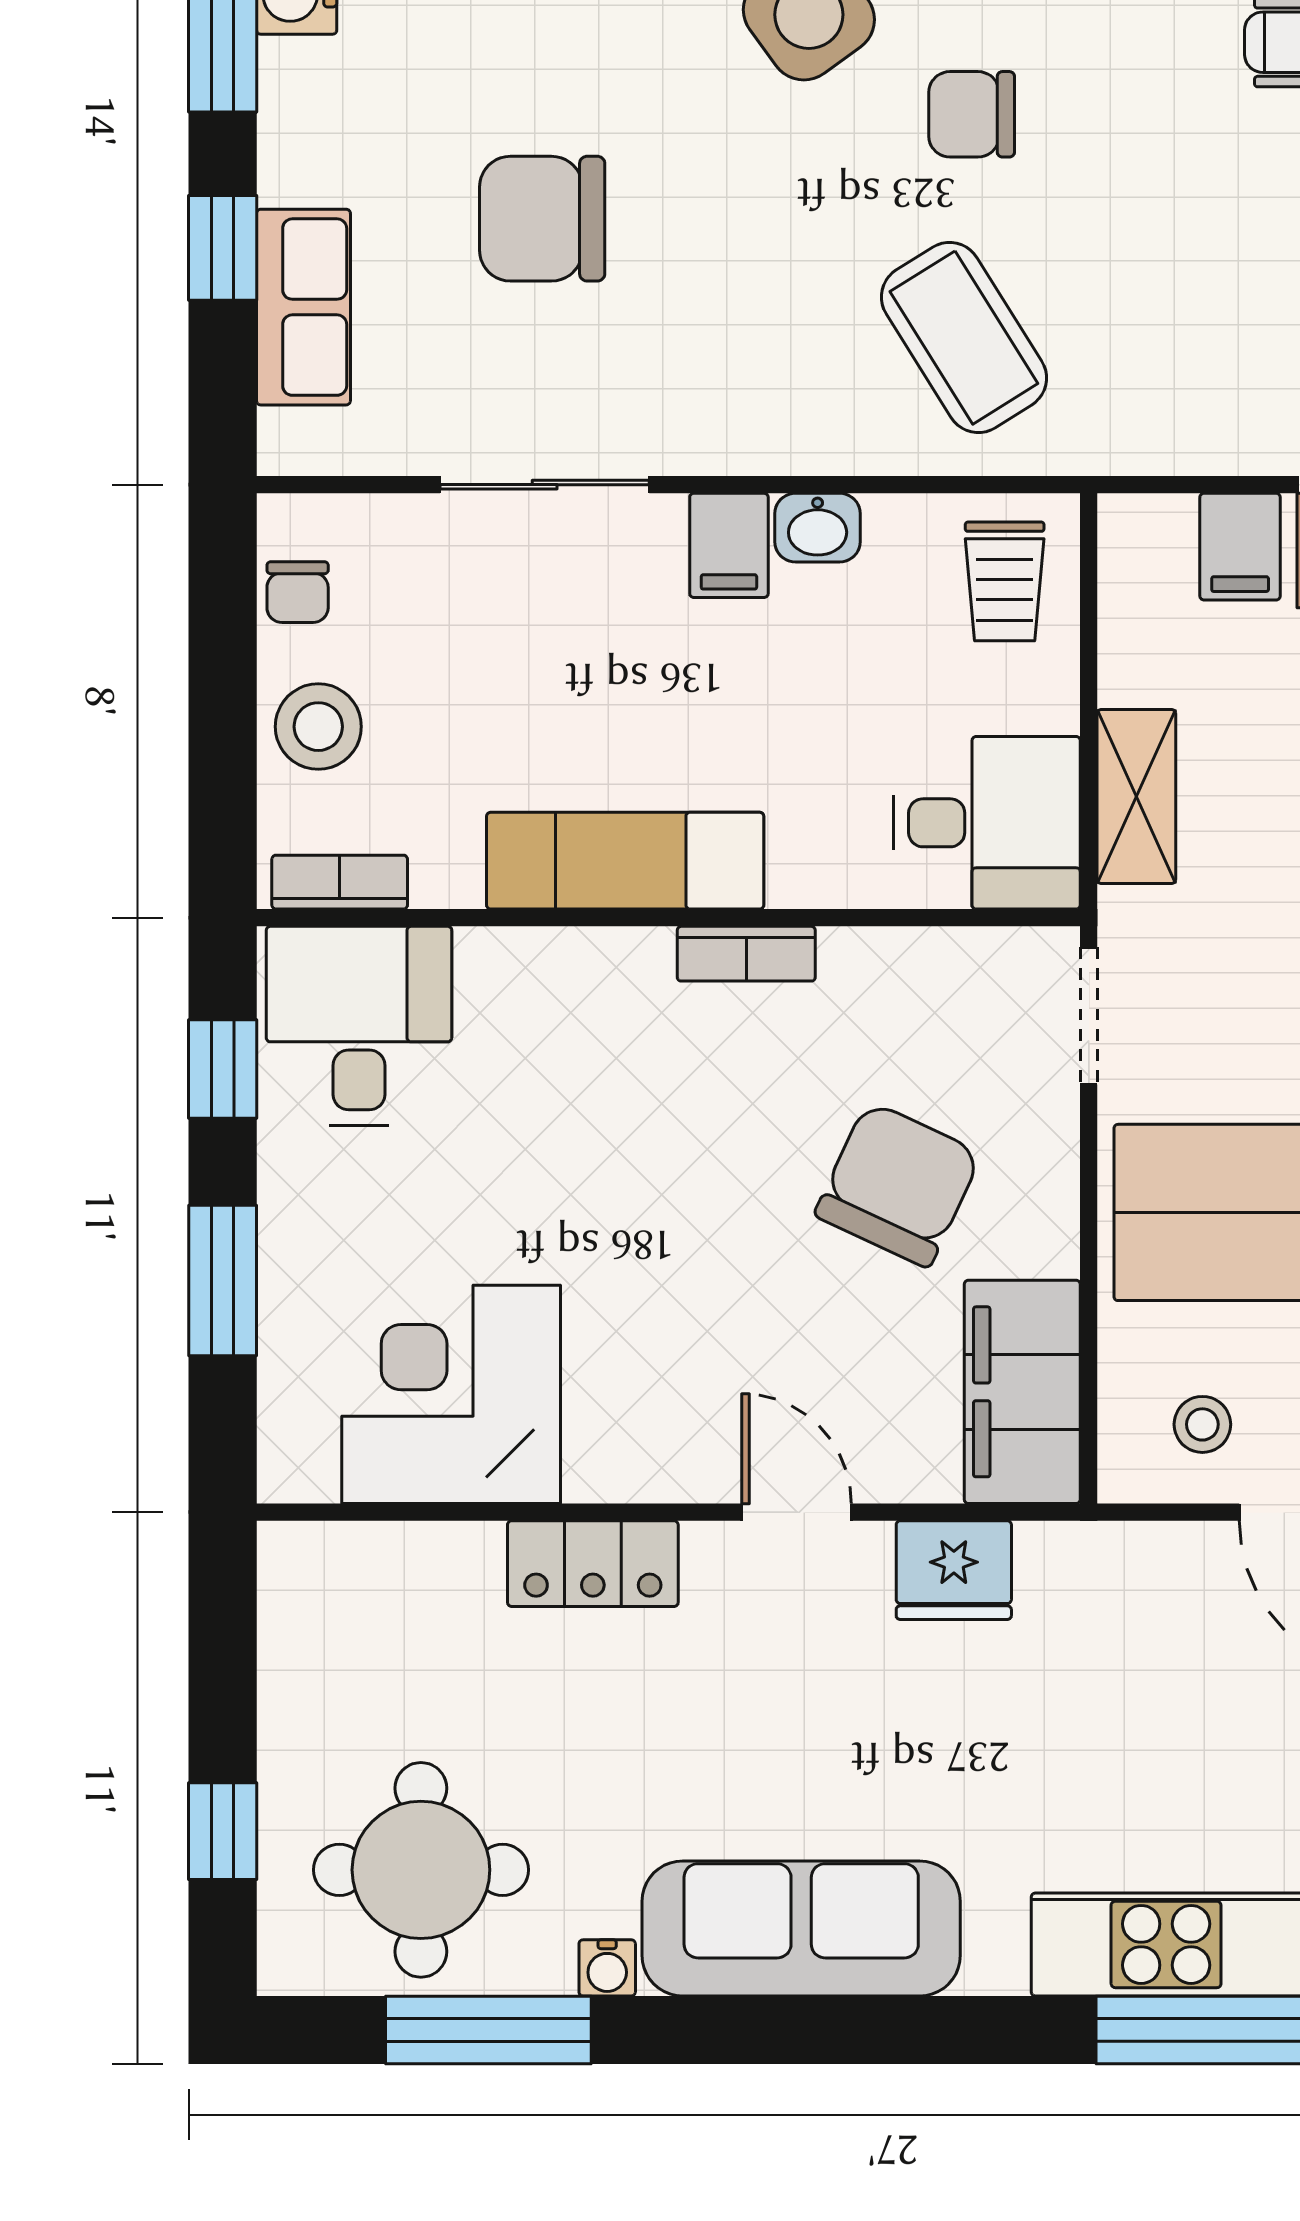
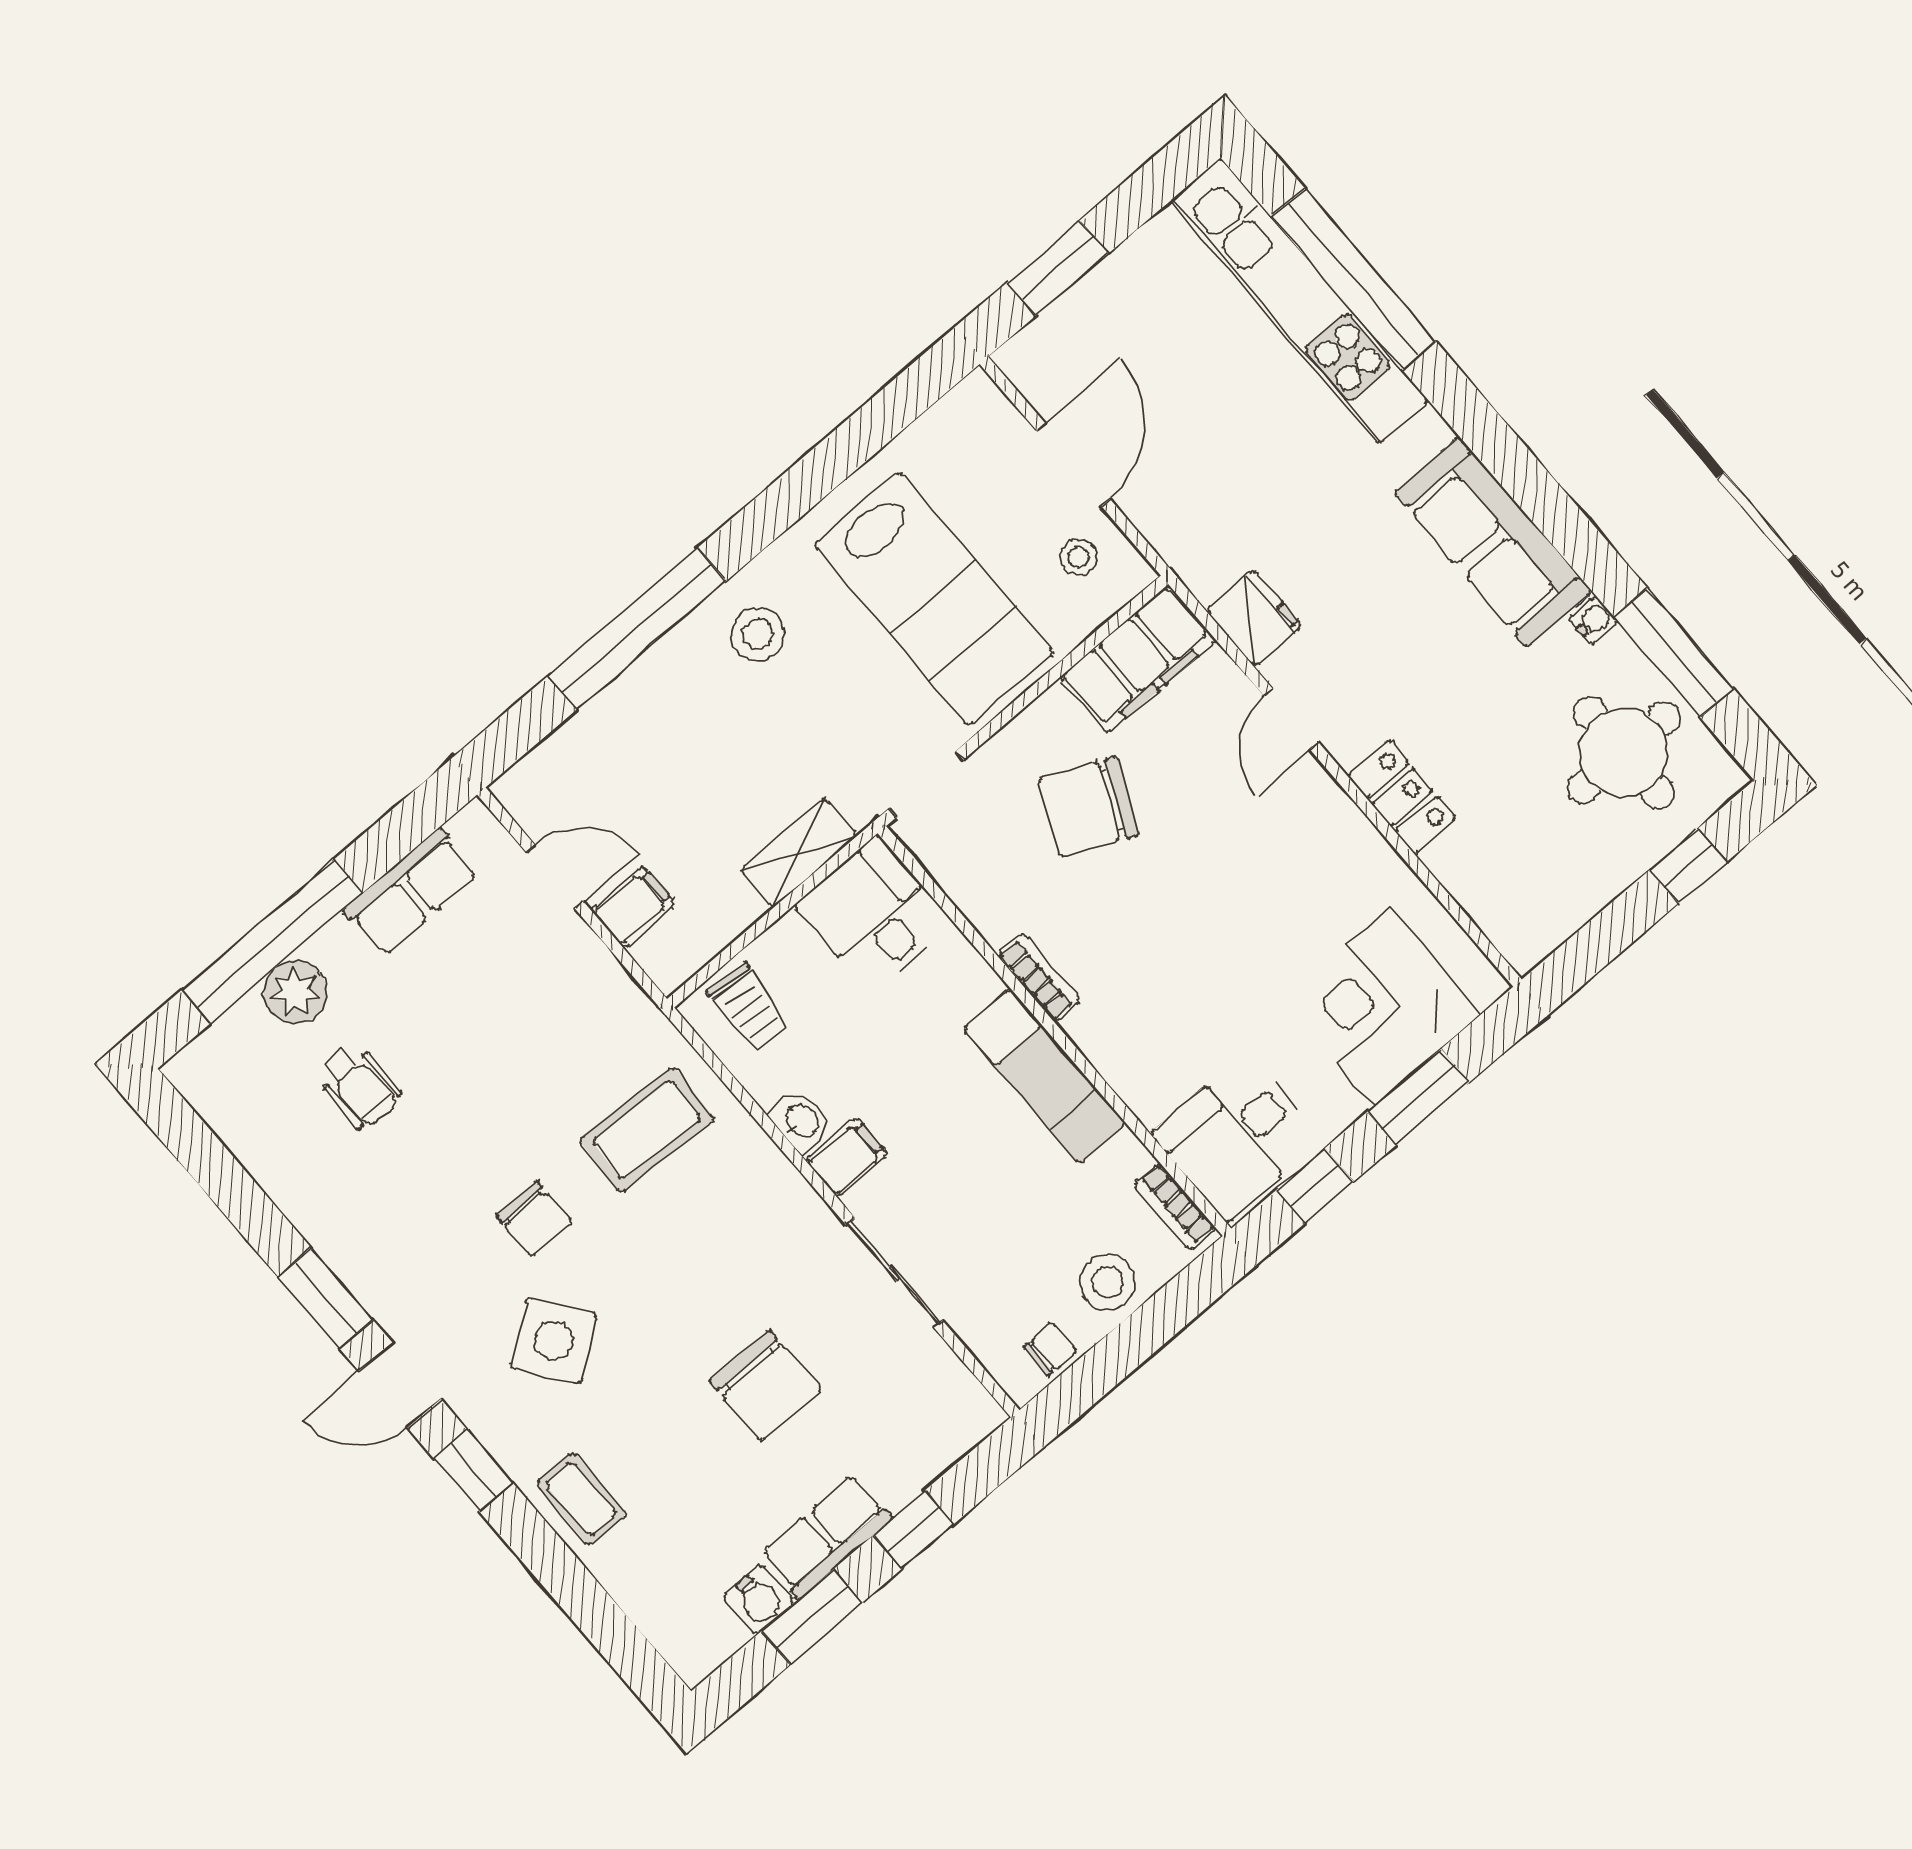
row of seats: (303, 307) -> (826, 1536), moved
coffee table: (964, 338) -> (647, 1130), turned 35
trolley: (1005, 581) -> (749, 1007), turned 94
corner desk: (451, 1394) -> (1382, 1007), moved, turned 90

